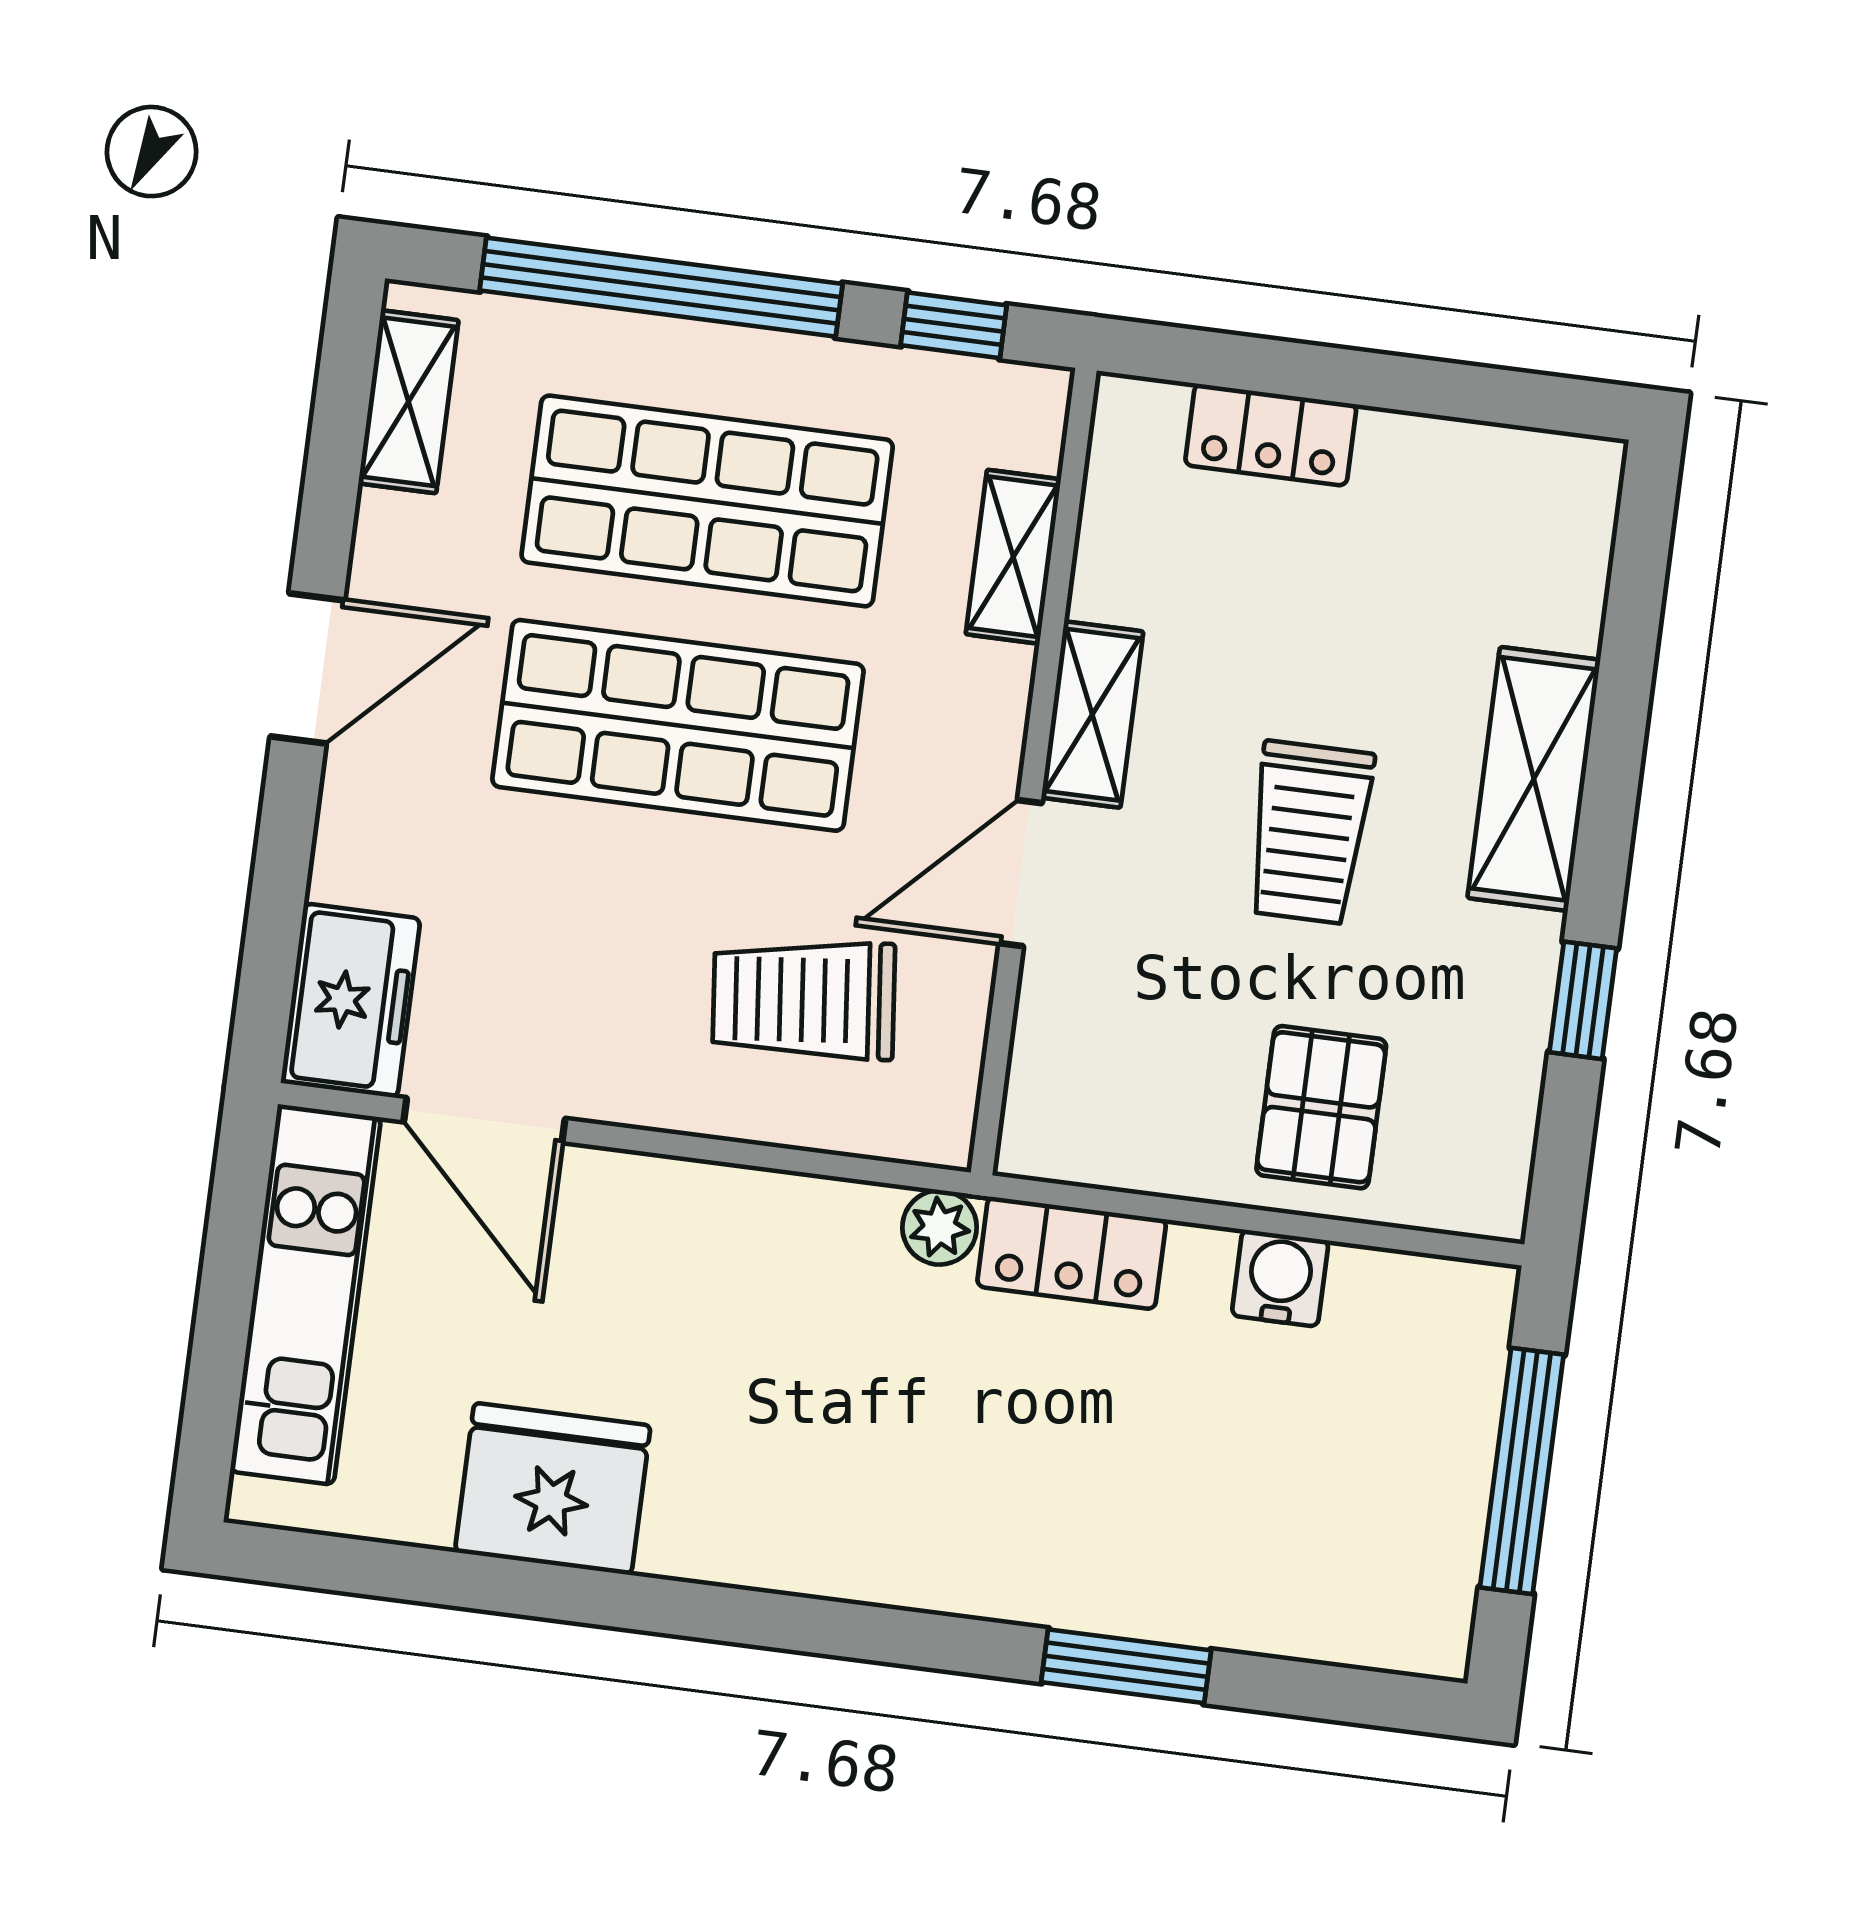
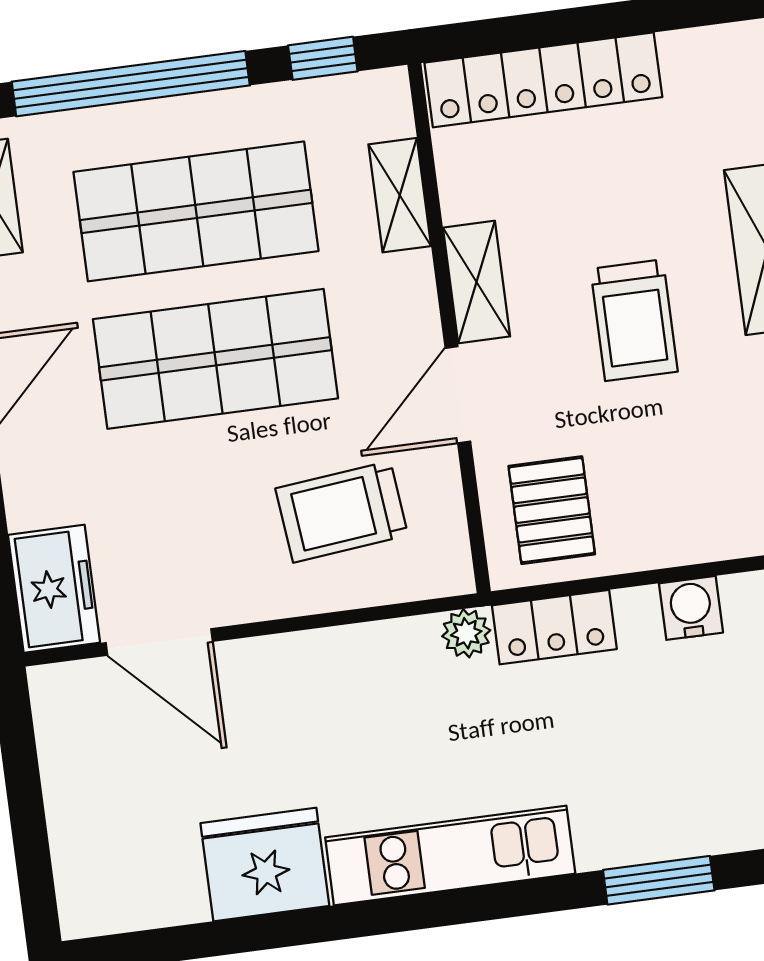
locker: (1271, 435) -> (543, 80), width x2.16, depth x1.21
pallet: (1321, 1107) -> (552, 510), moved
kitchen unit: (306, 1294) -> (450, 856), moved, turned -90

